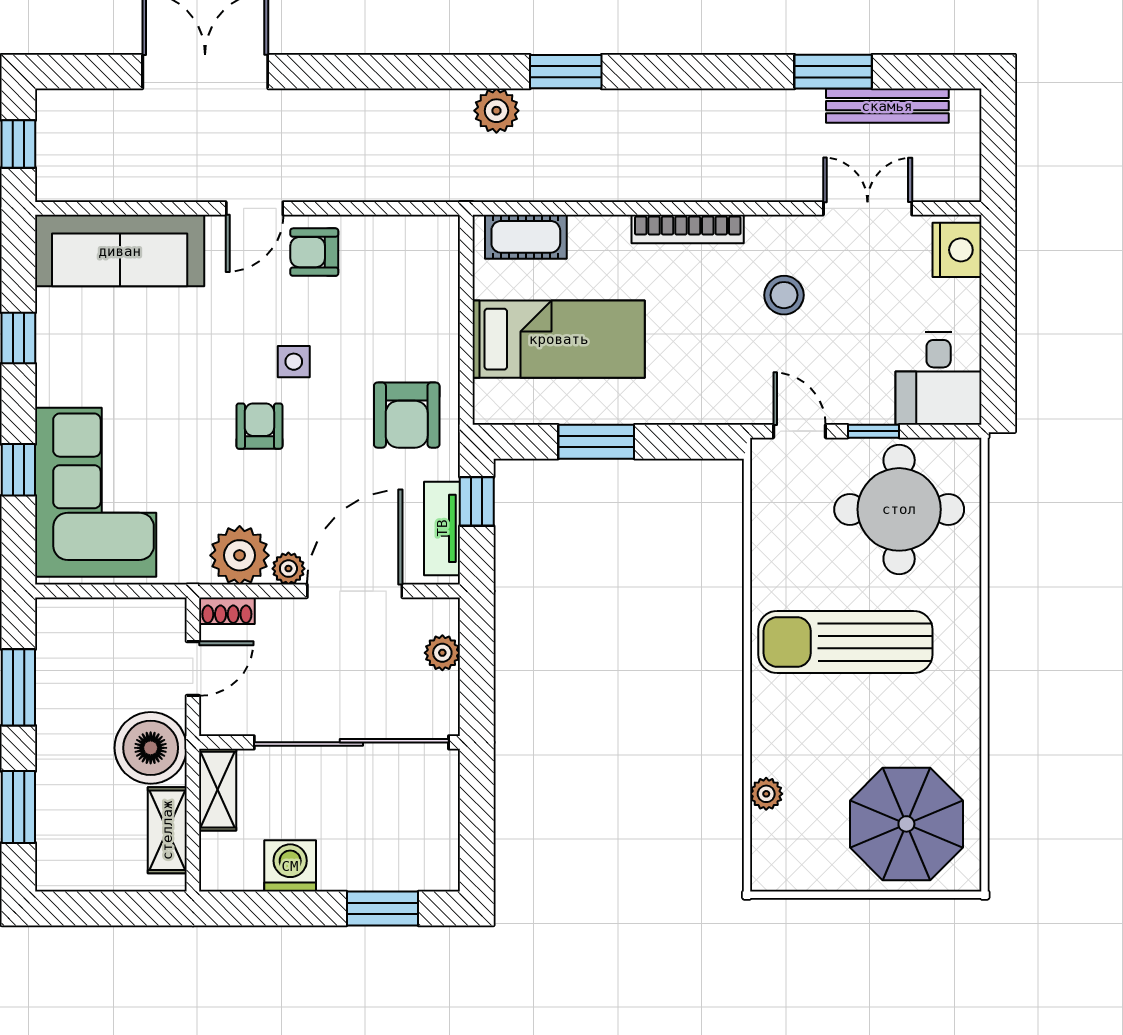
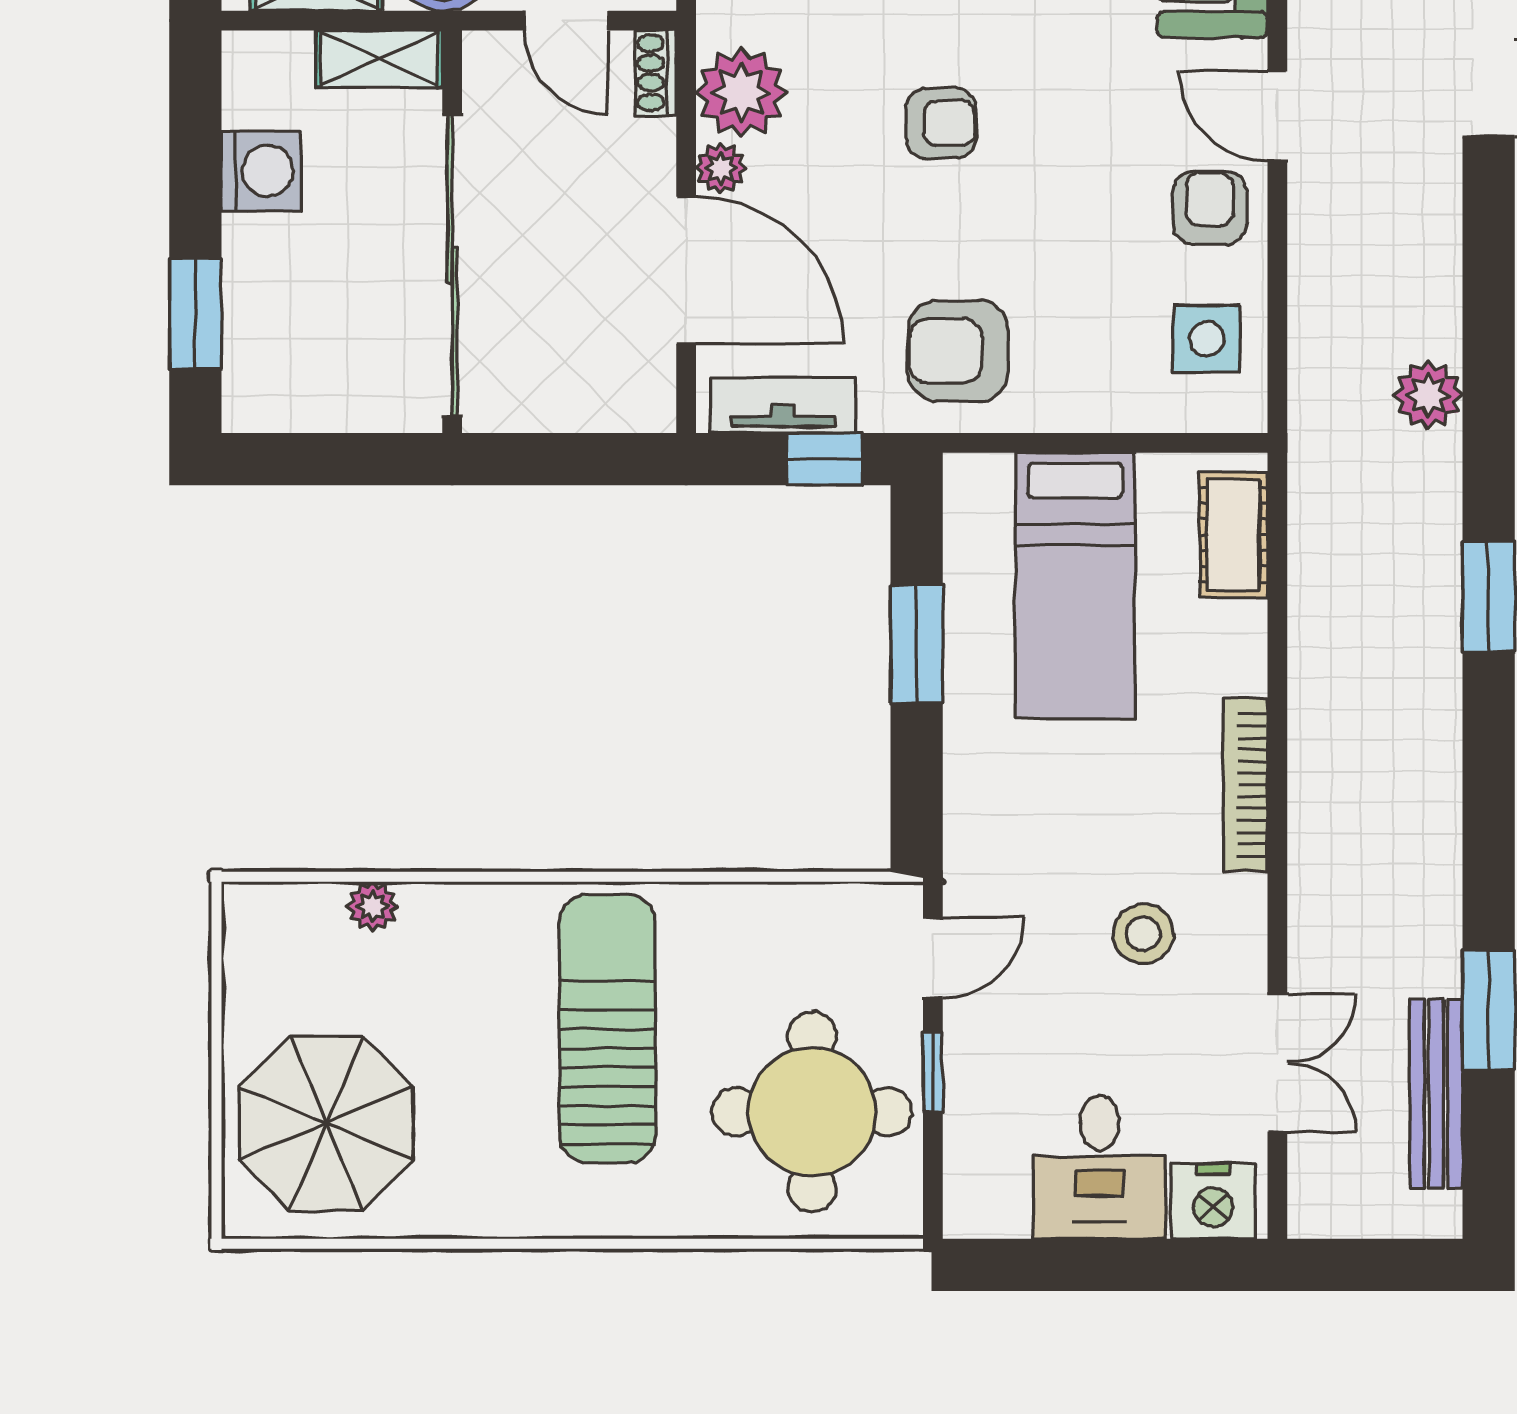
plant: (496, 111) -> (1428, 395), moved
side table: (294, 362) -> (1207, 339), moved, width x1.37, depth x1.37
desk: (939, 379) -> (1100, 1167), moved, turned -90
plant: (442, 653) -> (591, 406), removed

